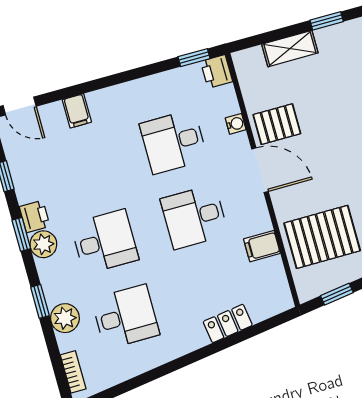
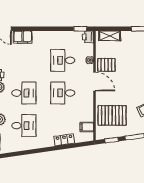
shelving: (290, 49) -> (110, 36), moved
filing cabinet: (77, 111) -> (23, 37), width x2.00
filing cabinet: (262, 246) -> (87, 127), moved

